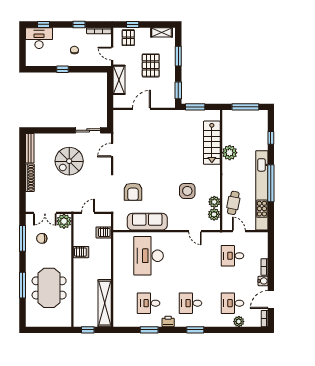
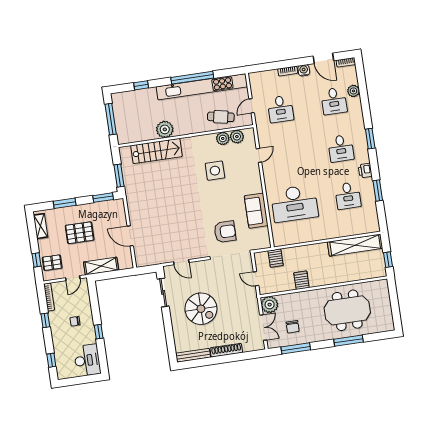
desk: (39, 38) -> (87, 360), moved, turned 180
sofa: (147, 222) -> (256, 211), width x0.73

